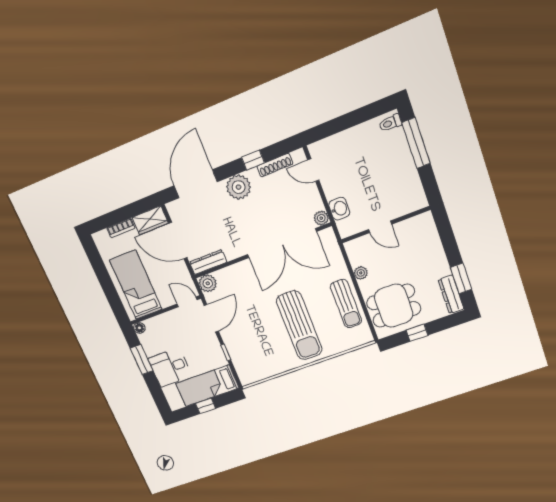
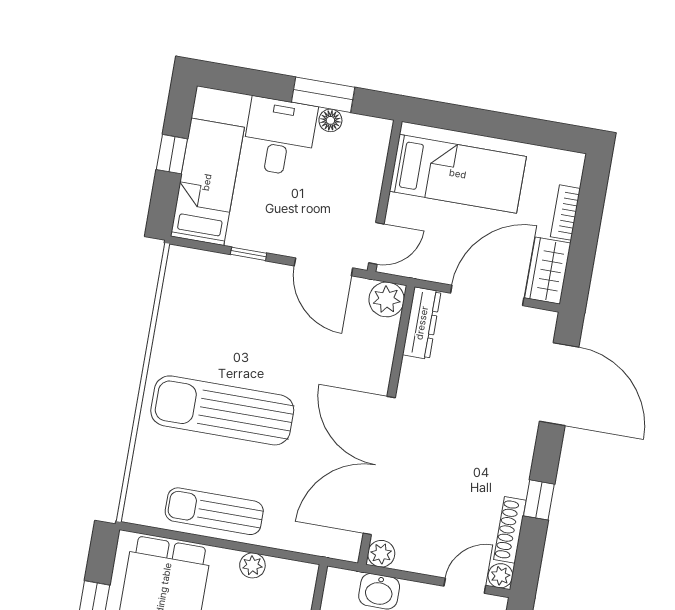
plant: (239, 187) -> (500, 576), moved, width x0.53, depth x0.53
floor lamp: (139, 328) -> (330, 120), moved

